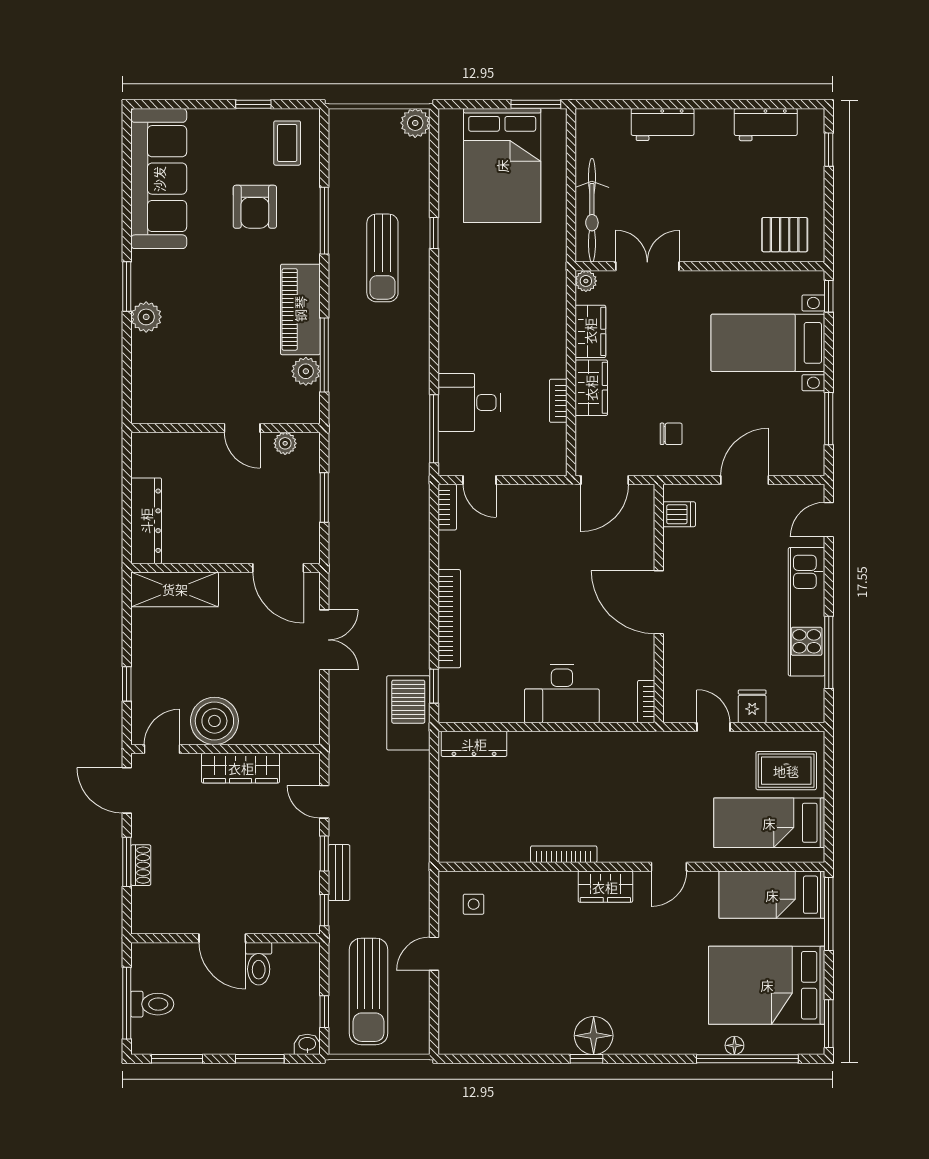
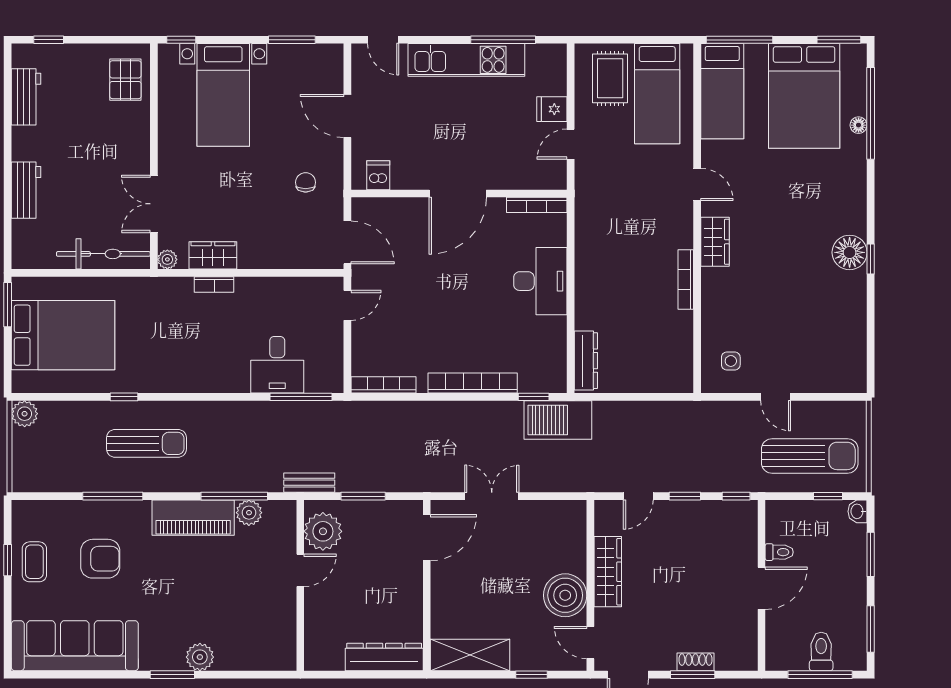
coffee table: (287, 143) -> (34, 562), moved, turned 90
wardrobe: (591, 388) -> (264, 255), removed
bookcase: (558, 401) -> (214, 284), moved
plant: (285, 443) -> (323, 531), width x1.88, depth x1.88
door: (480, 480) -> (347, 305), moved
bookcase: (447, 507) -> (384, 385), width x1.56
shelving: (175, 589) -> (470, 655), moved, turned 90
bookcase: (646, 702) -> (537, 205), width x1.56
bench: (339, 873) -> (309, 483), moved
toilet: (259, 964) -> (779, 552), width x0.73, depth x0.72

